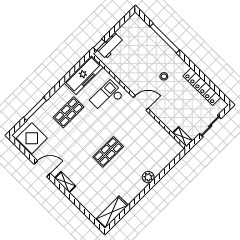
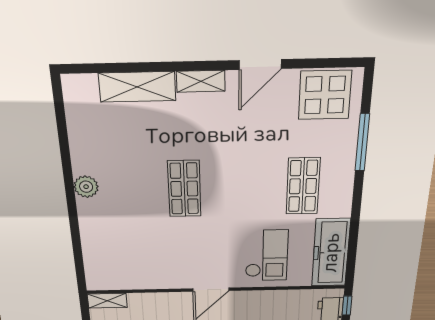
plant: (148, 177) -> (86, 187), moved
shelving: (112, 212) -> (137, 87), moved, turned 90

